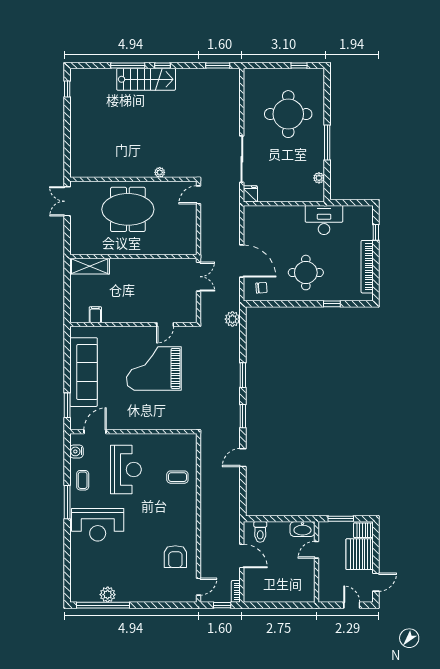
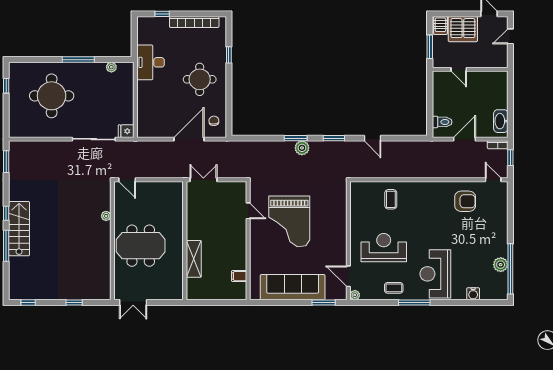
window: (67, 138) -> (74, 302), added
meeting table: (128, 209) -> (141, 246), turned 90
shelving: (90, 266) -> (194, 259), moved
plant: (232, 319) -> (302, 148), moved
plant: (75, 439) -> (355, 295), added
water cooler: (76, 451) -> (473, 294), moved
reception desk: (98, 525) -> (435, 274), turned 180
washbasin: (302, 529) -> (501, 121), moved, turned 180

